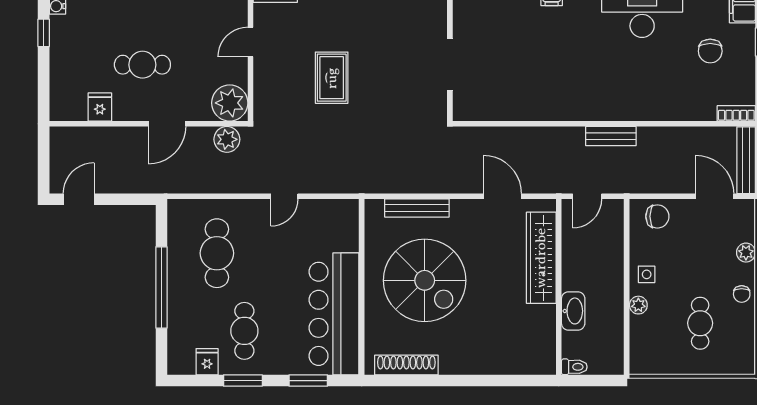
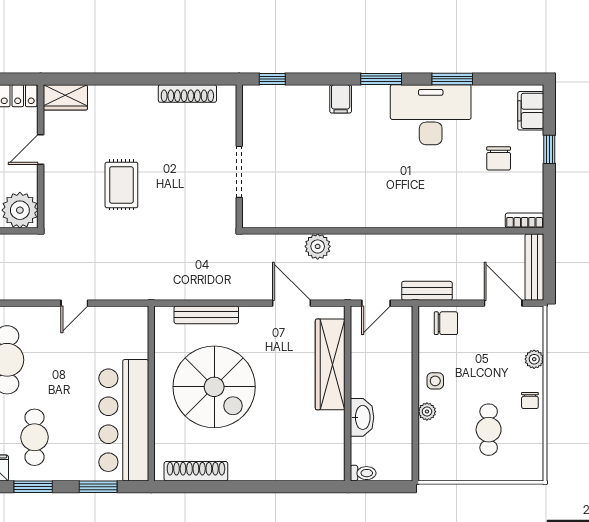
bench: (611, 136) -> (427, 291), moved
plant: (227, 139) -> (318, 246), moved

